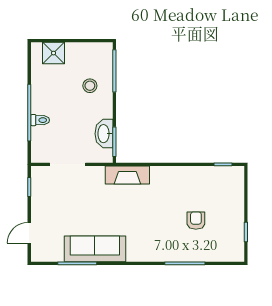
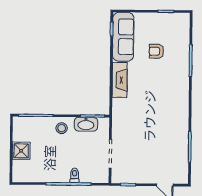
shower: (54, 53) -> (21, 151), moved
stool: (90, 86) -> (62, 128), moved
fireplace: (127, 175) -> (120, 80), moved
sofa: (95, 249) -> (123, 37), moved, turned 180

